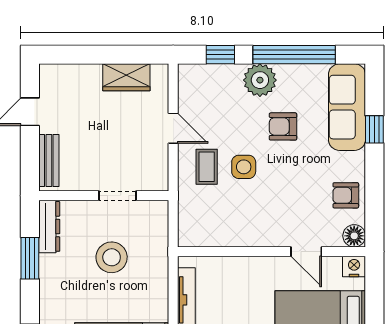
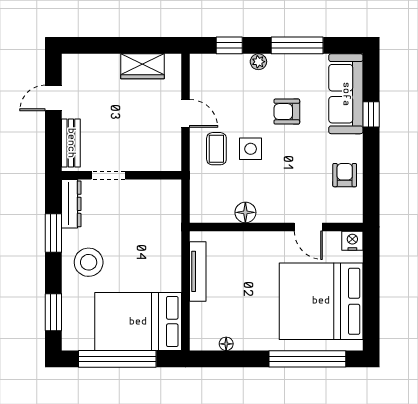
window: (294, 55) -> (297, 45), width x0.68
plant: (260, 80) -> (258, 62), width x0.53, depth x0.53
armchair: (346, 195) -> (345, 175), turned 90
doorway: (117, 196) -> (108, 175), moved
floor lamp: (354, 236) -> (245, 212), moved
stool: (112, 257) -> (89, 262), moved

